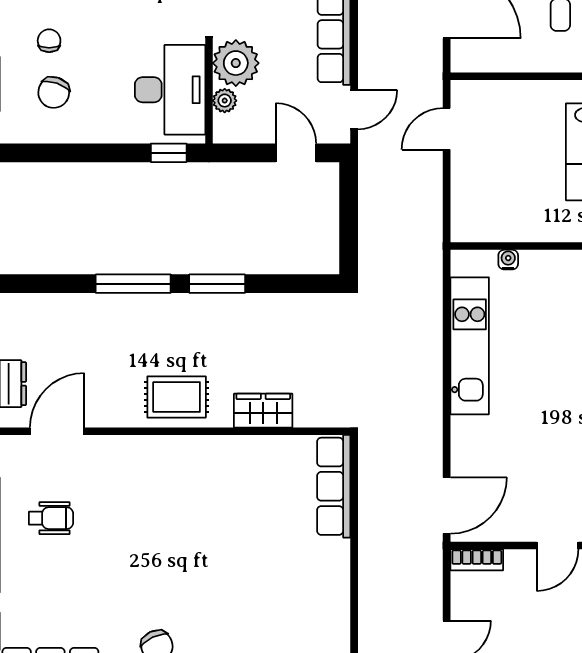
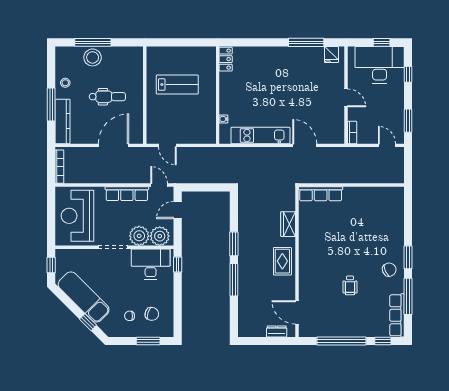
plant: (225, 101) -> (160, 236), width x1.87, depth x1.87
door: (447, 505) -> (305, 145), moved
wheelchair: (51, 518) -> (350, 285), moved, turned 180

